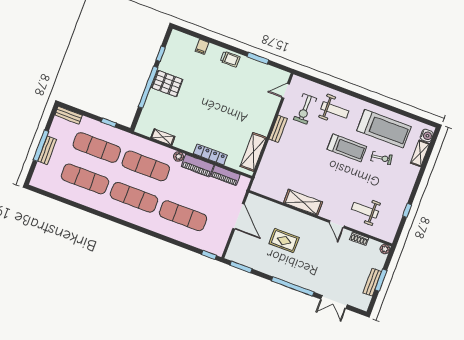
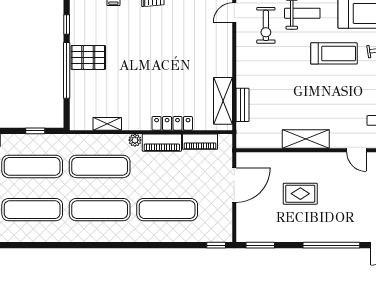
bench: (278, 129) -> (242, 105), moved
door: (238, 216) -> (234, 185), hinge flipped

